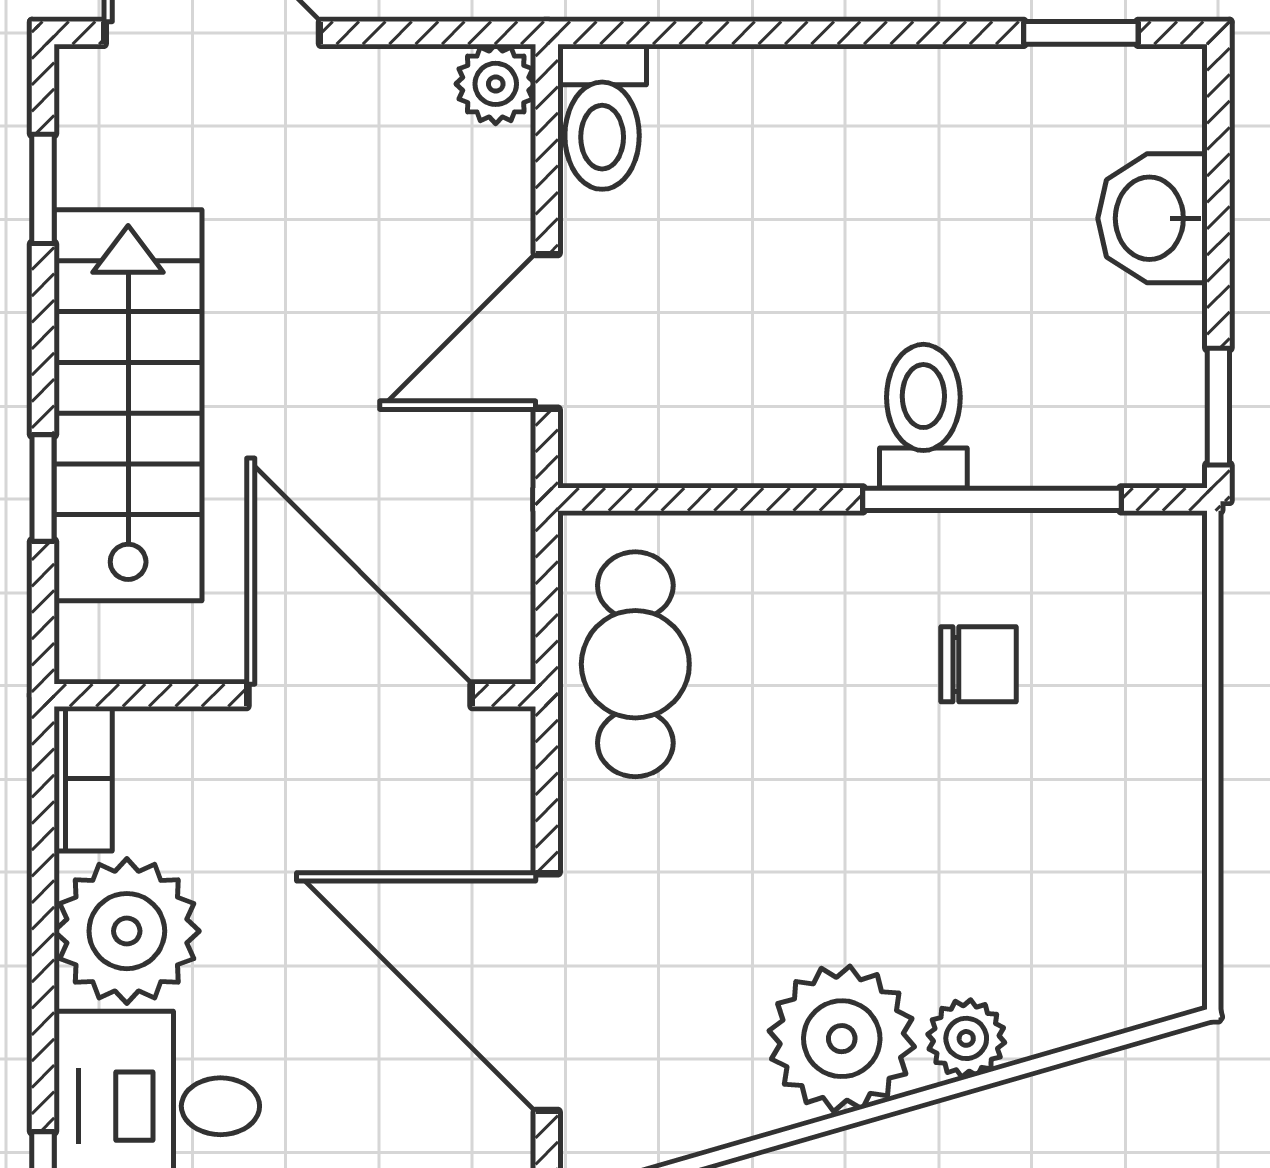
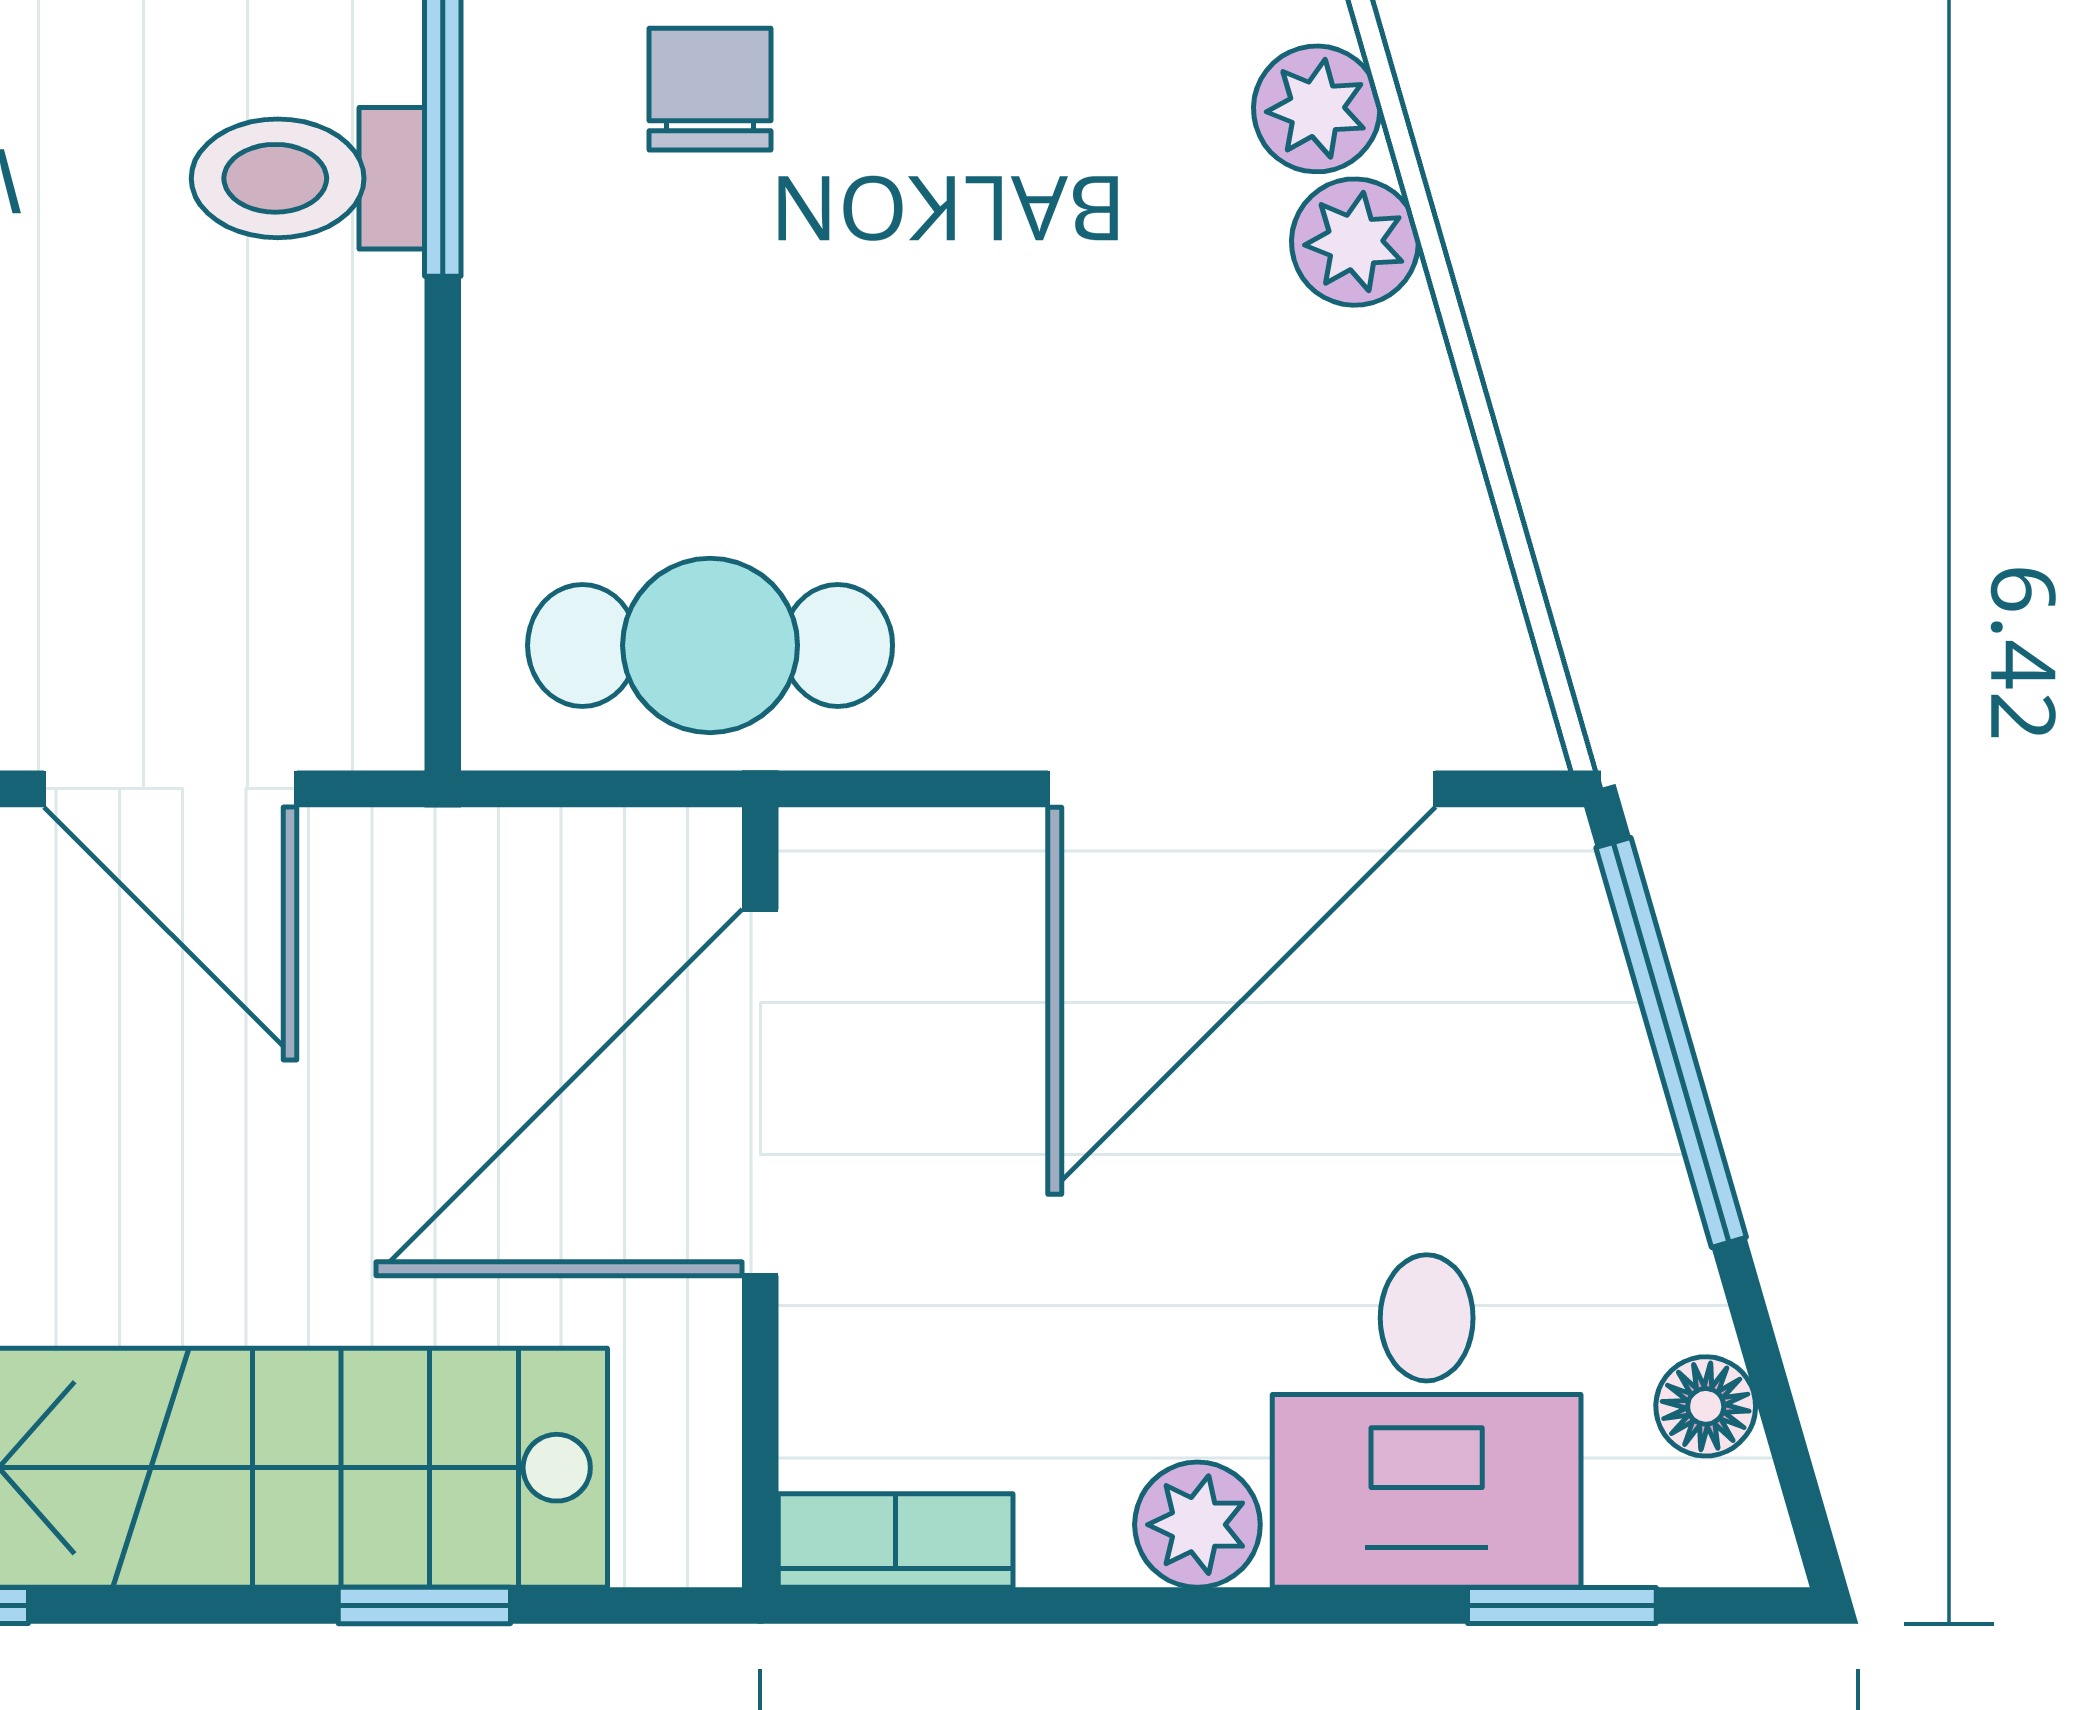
plant: (127, 931) -> (1197, 1525), width x0.53, depth x0.53
plant: (842, 1039) -> (1355, 242), width x0.53, depth x0.53

